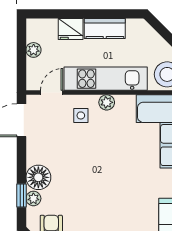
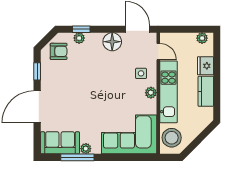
plant: (34, 50) -> (202, 38), moved
floor lamp: (38, 177) -> (112, 42), moved

